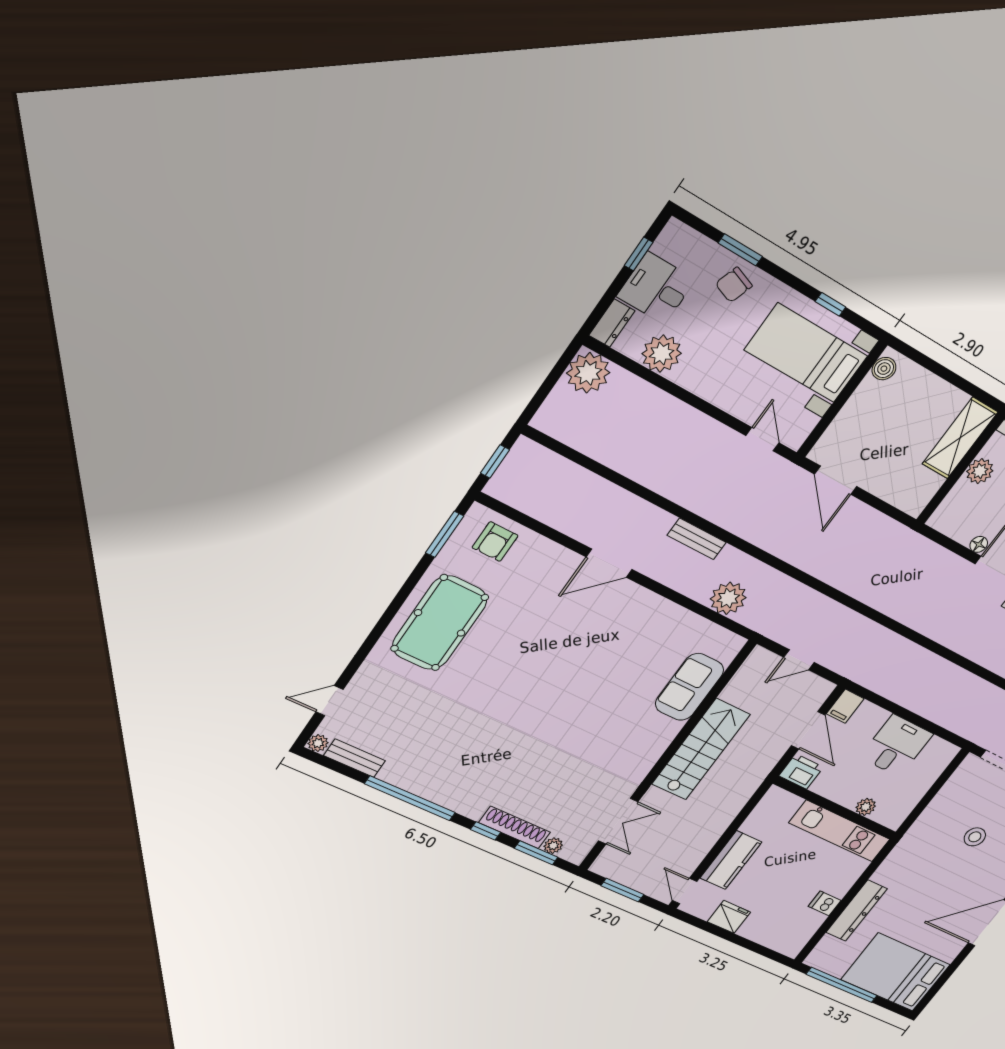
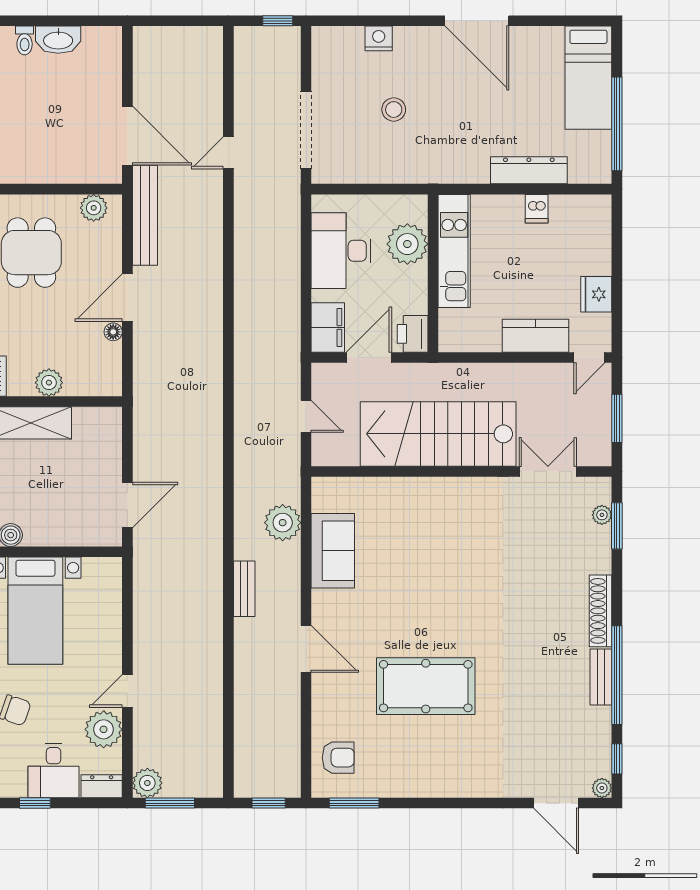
plant: (588, 373) -> (147, 783), width x0.73, depth x0.73
window: (555, 375) -> (170, 803), added
door: (763, 439) -> (127, 691), moved
pool table: (440, 623) -> (426, 686), moved
sofa: (689, 687) -> (333, 551), moved, turned -90
door: (330, 701) -> (556, 803), width x1.38
filing cabinet: (845, 706) -> (328, 327), width x2.00
desk: (896, 746) -> (341, 251), width x1.37
stairs: (701, 749) -> (438, 434), width x1.36, depth x1.51
bench: (355, 758) -> (601, 677), moved
plant: (866, 807) -> (407, 244), width x1.87, depth x1.87
shoe rack: (515, 828) -> (601, 611), moved
window: (486, 831) -> (617, 759), moved
bed: (896, 972) -> (588, 78), width x0.67

